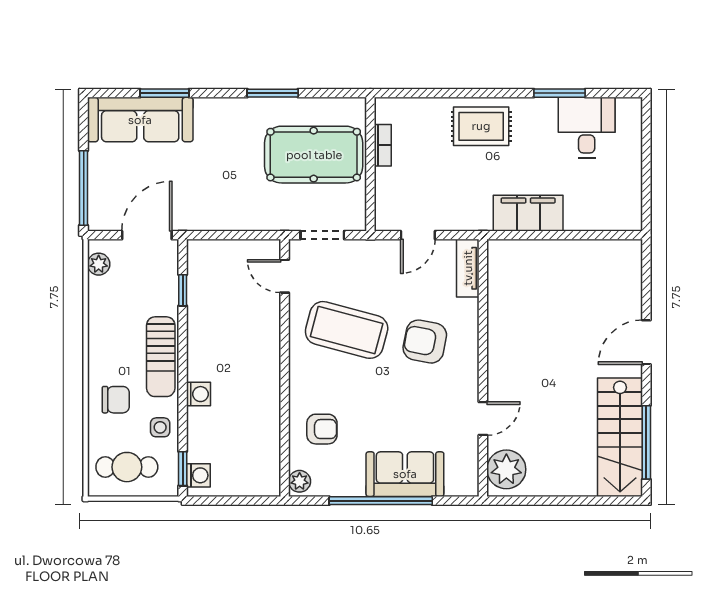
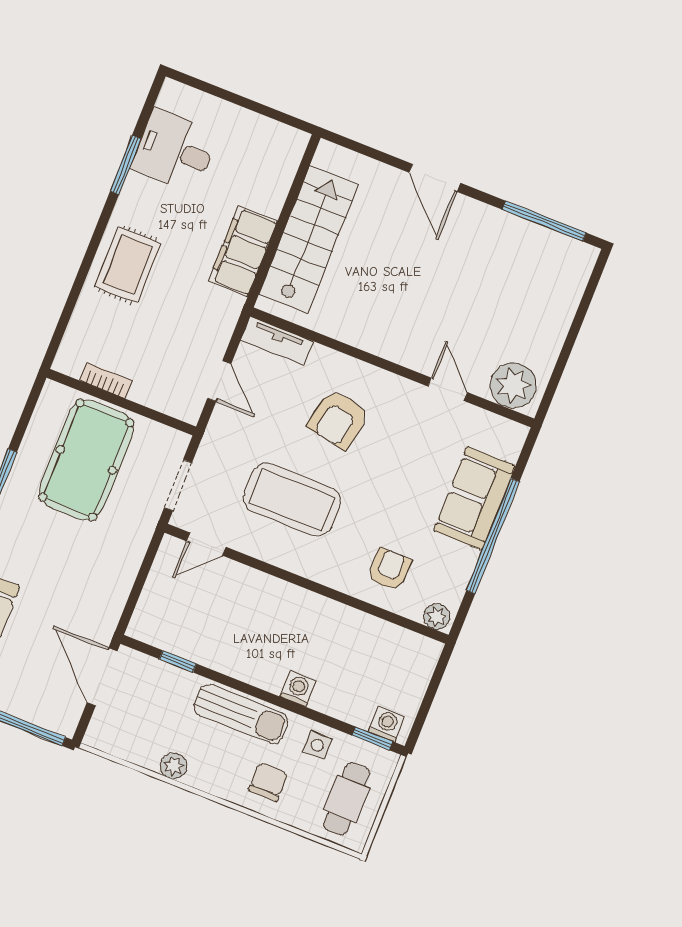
plant: (99, 264) -> (174, 766), moved
coffee table: (347, 330) -> (292, 500), turned 75
stairs: (620, 437) -> (309, 239), moved, turned -90

